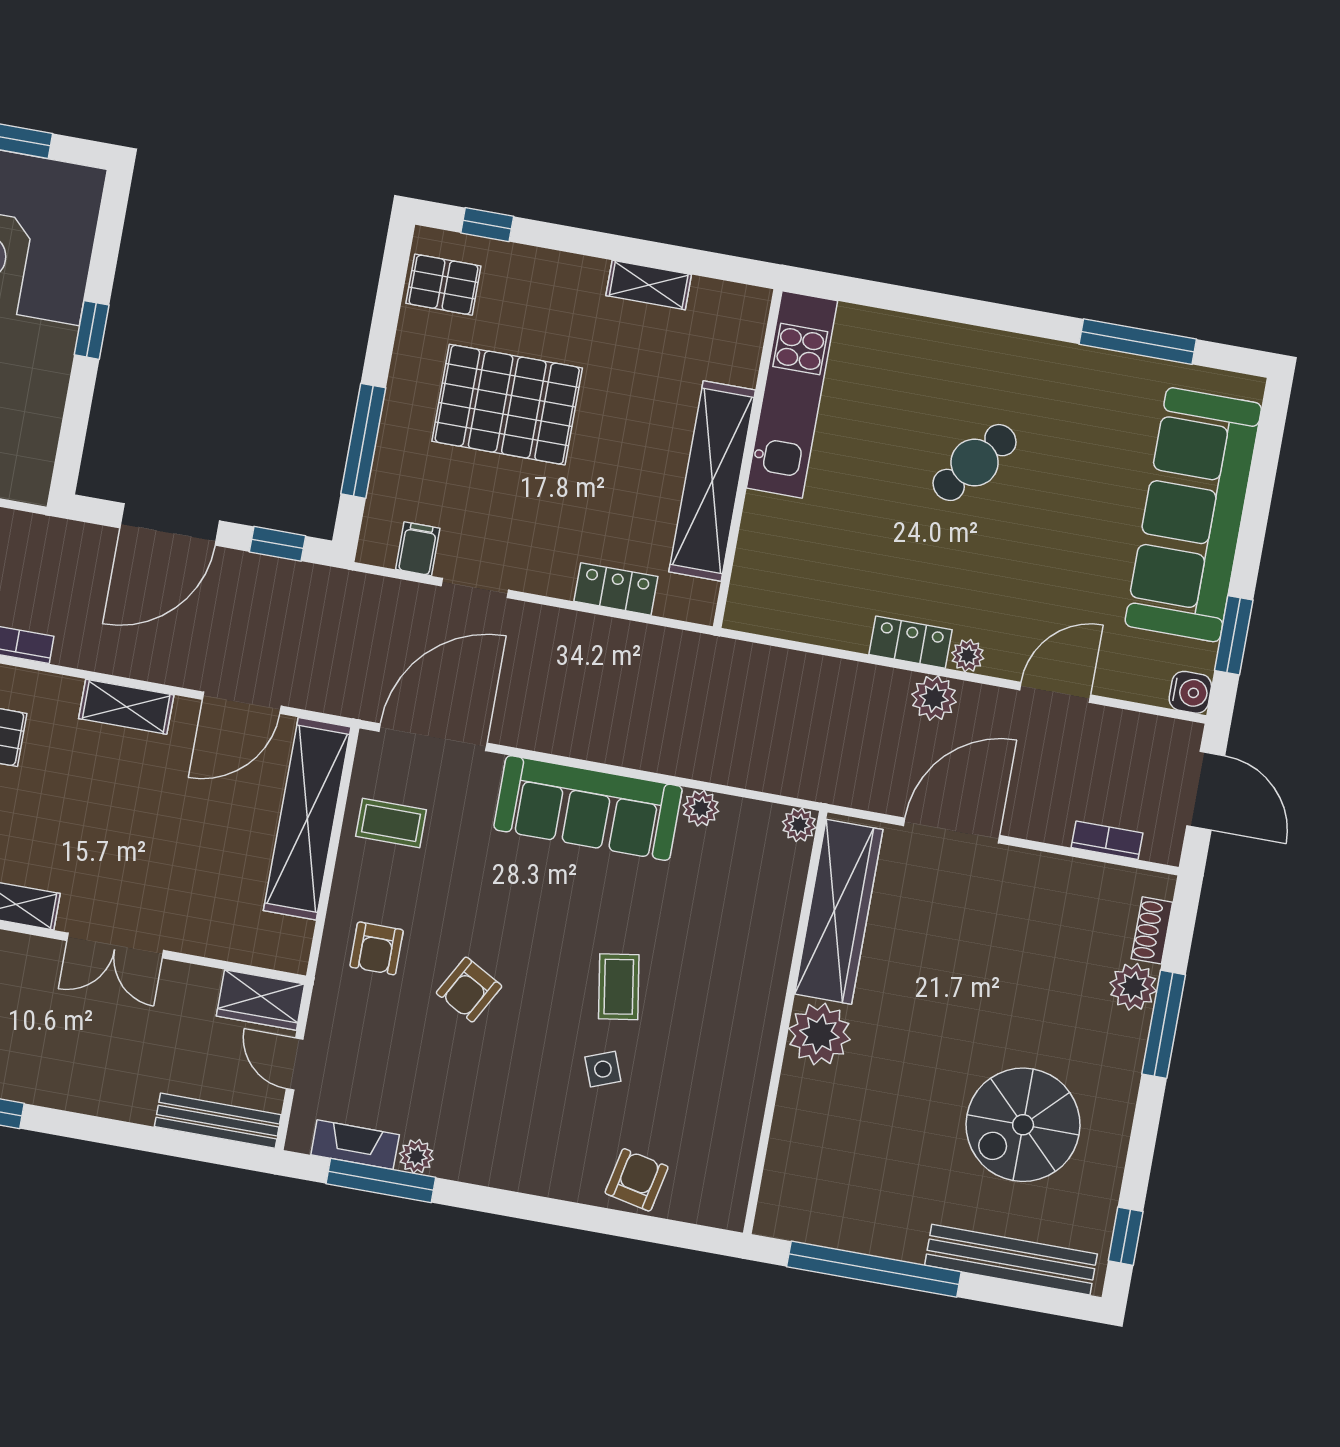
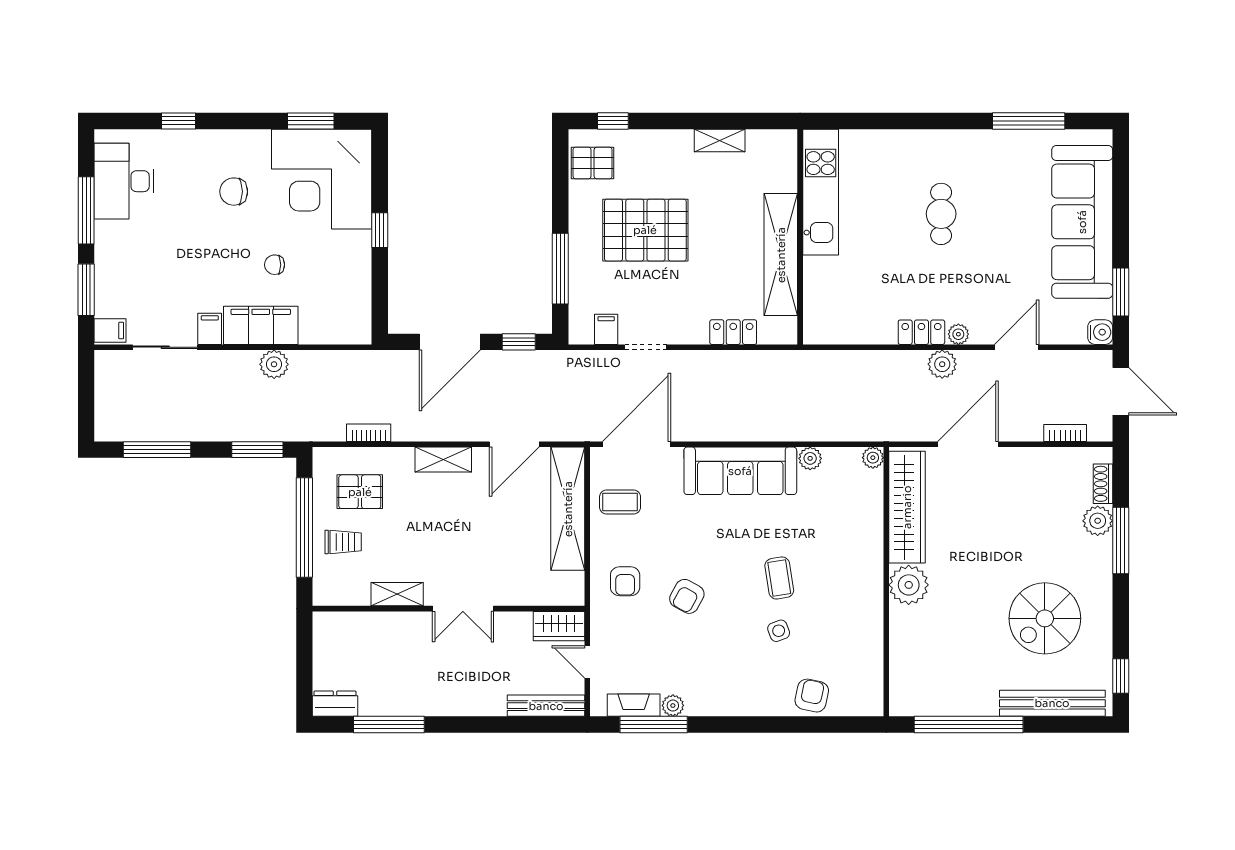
cafe table: (975, 463) -> (941, 214), turned -39

